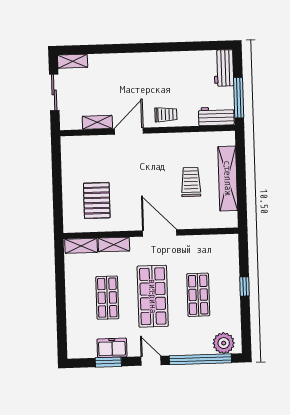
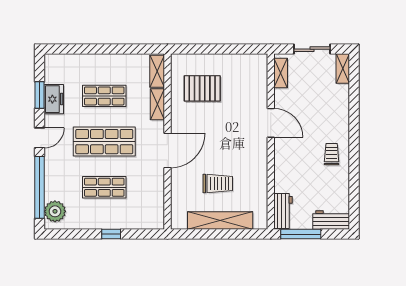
trolley: (166, 115) -> (332, 154), moved, turned 180
shelving: (97, 122) -> (281, 73), moved

